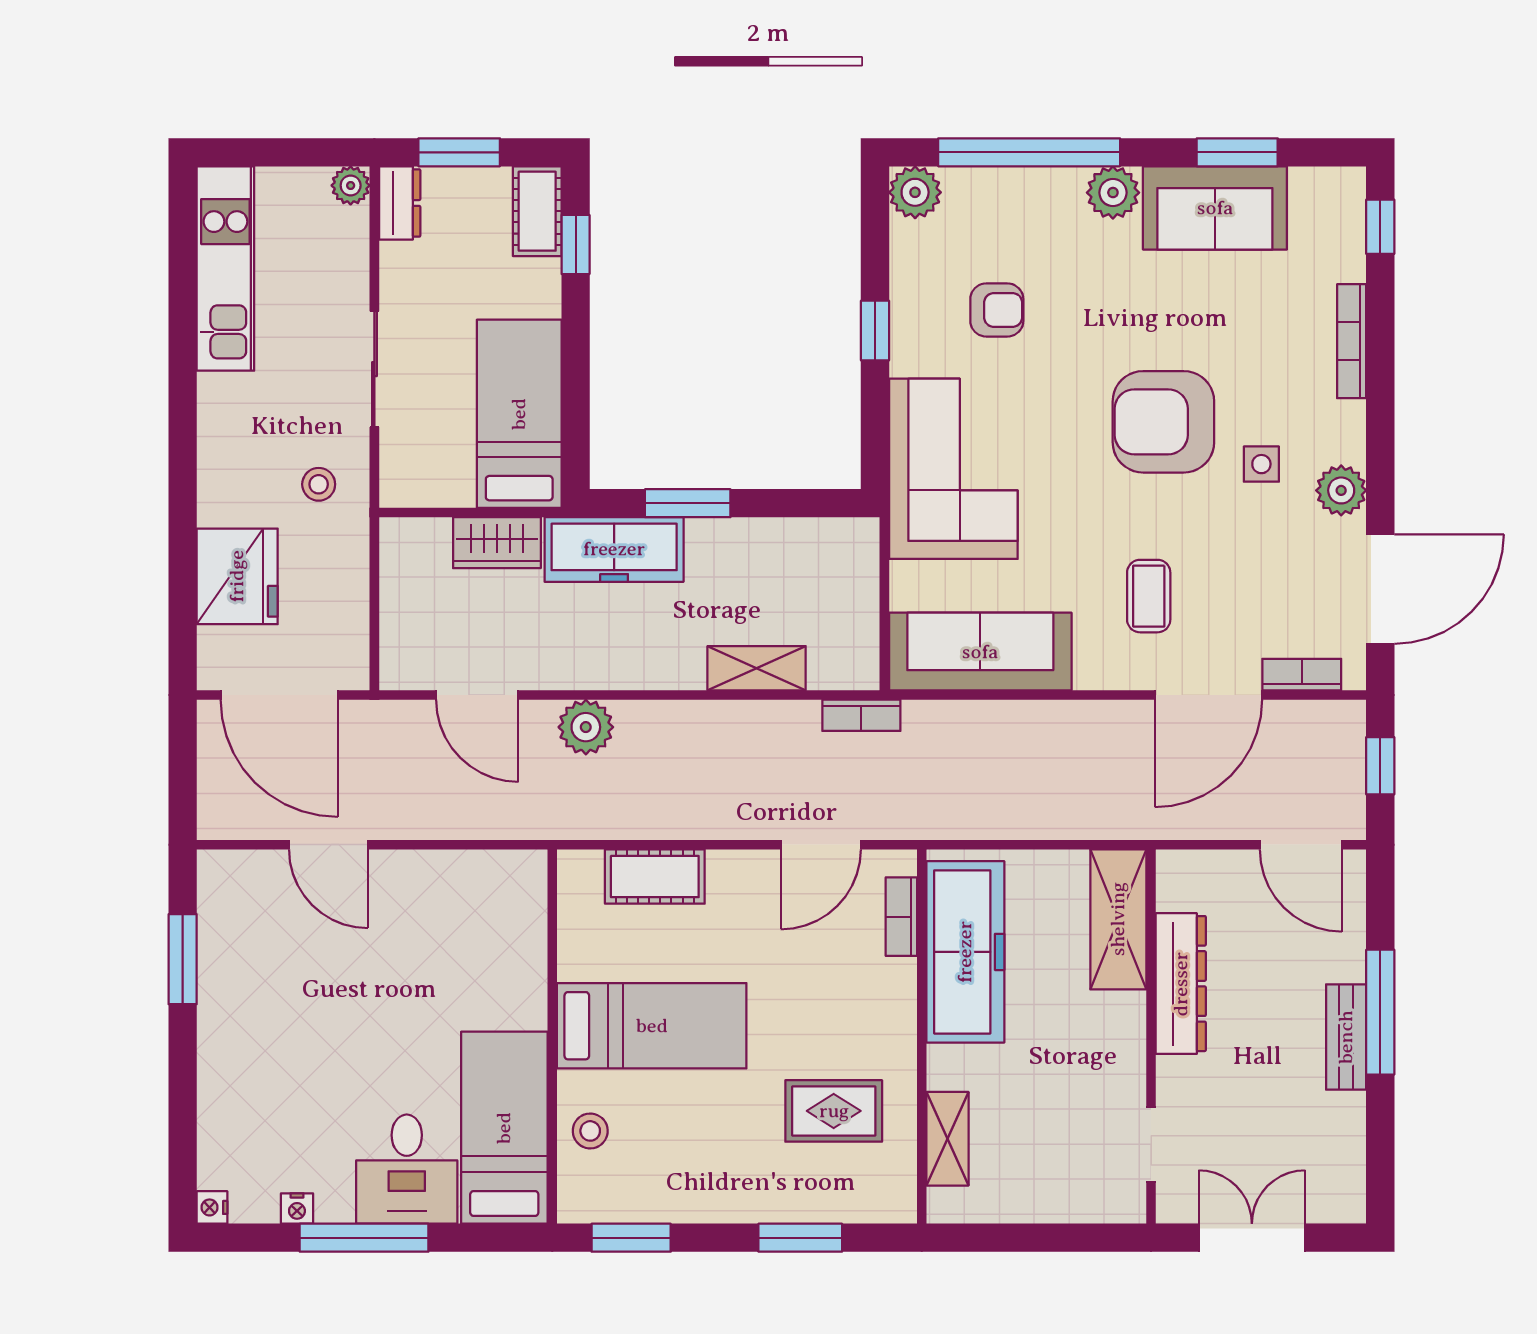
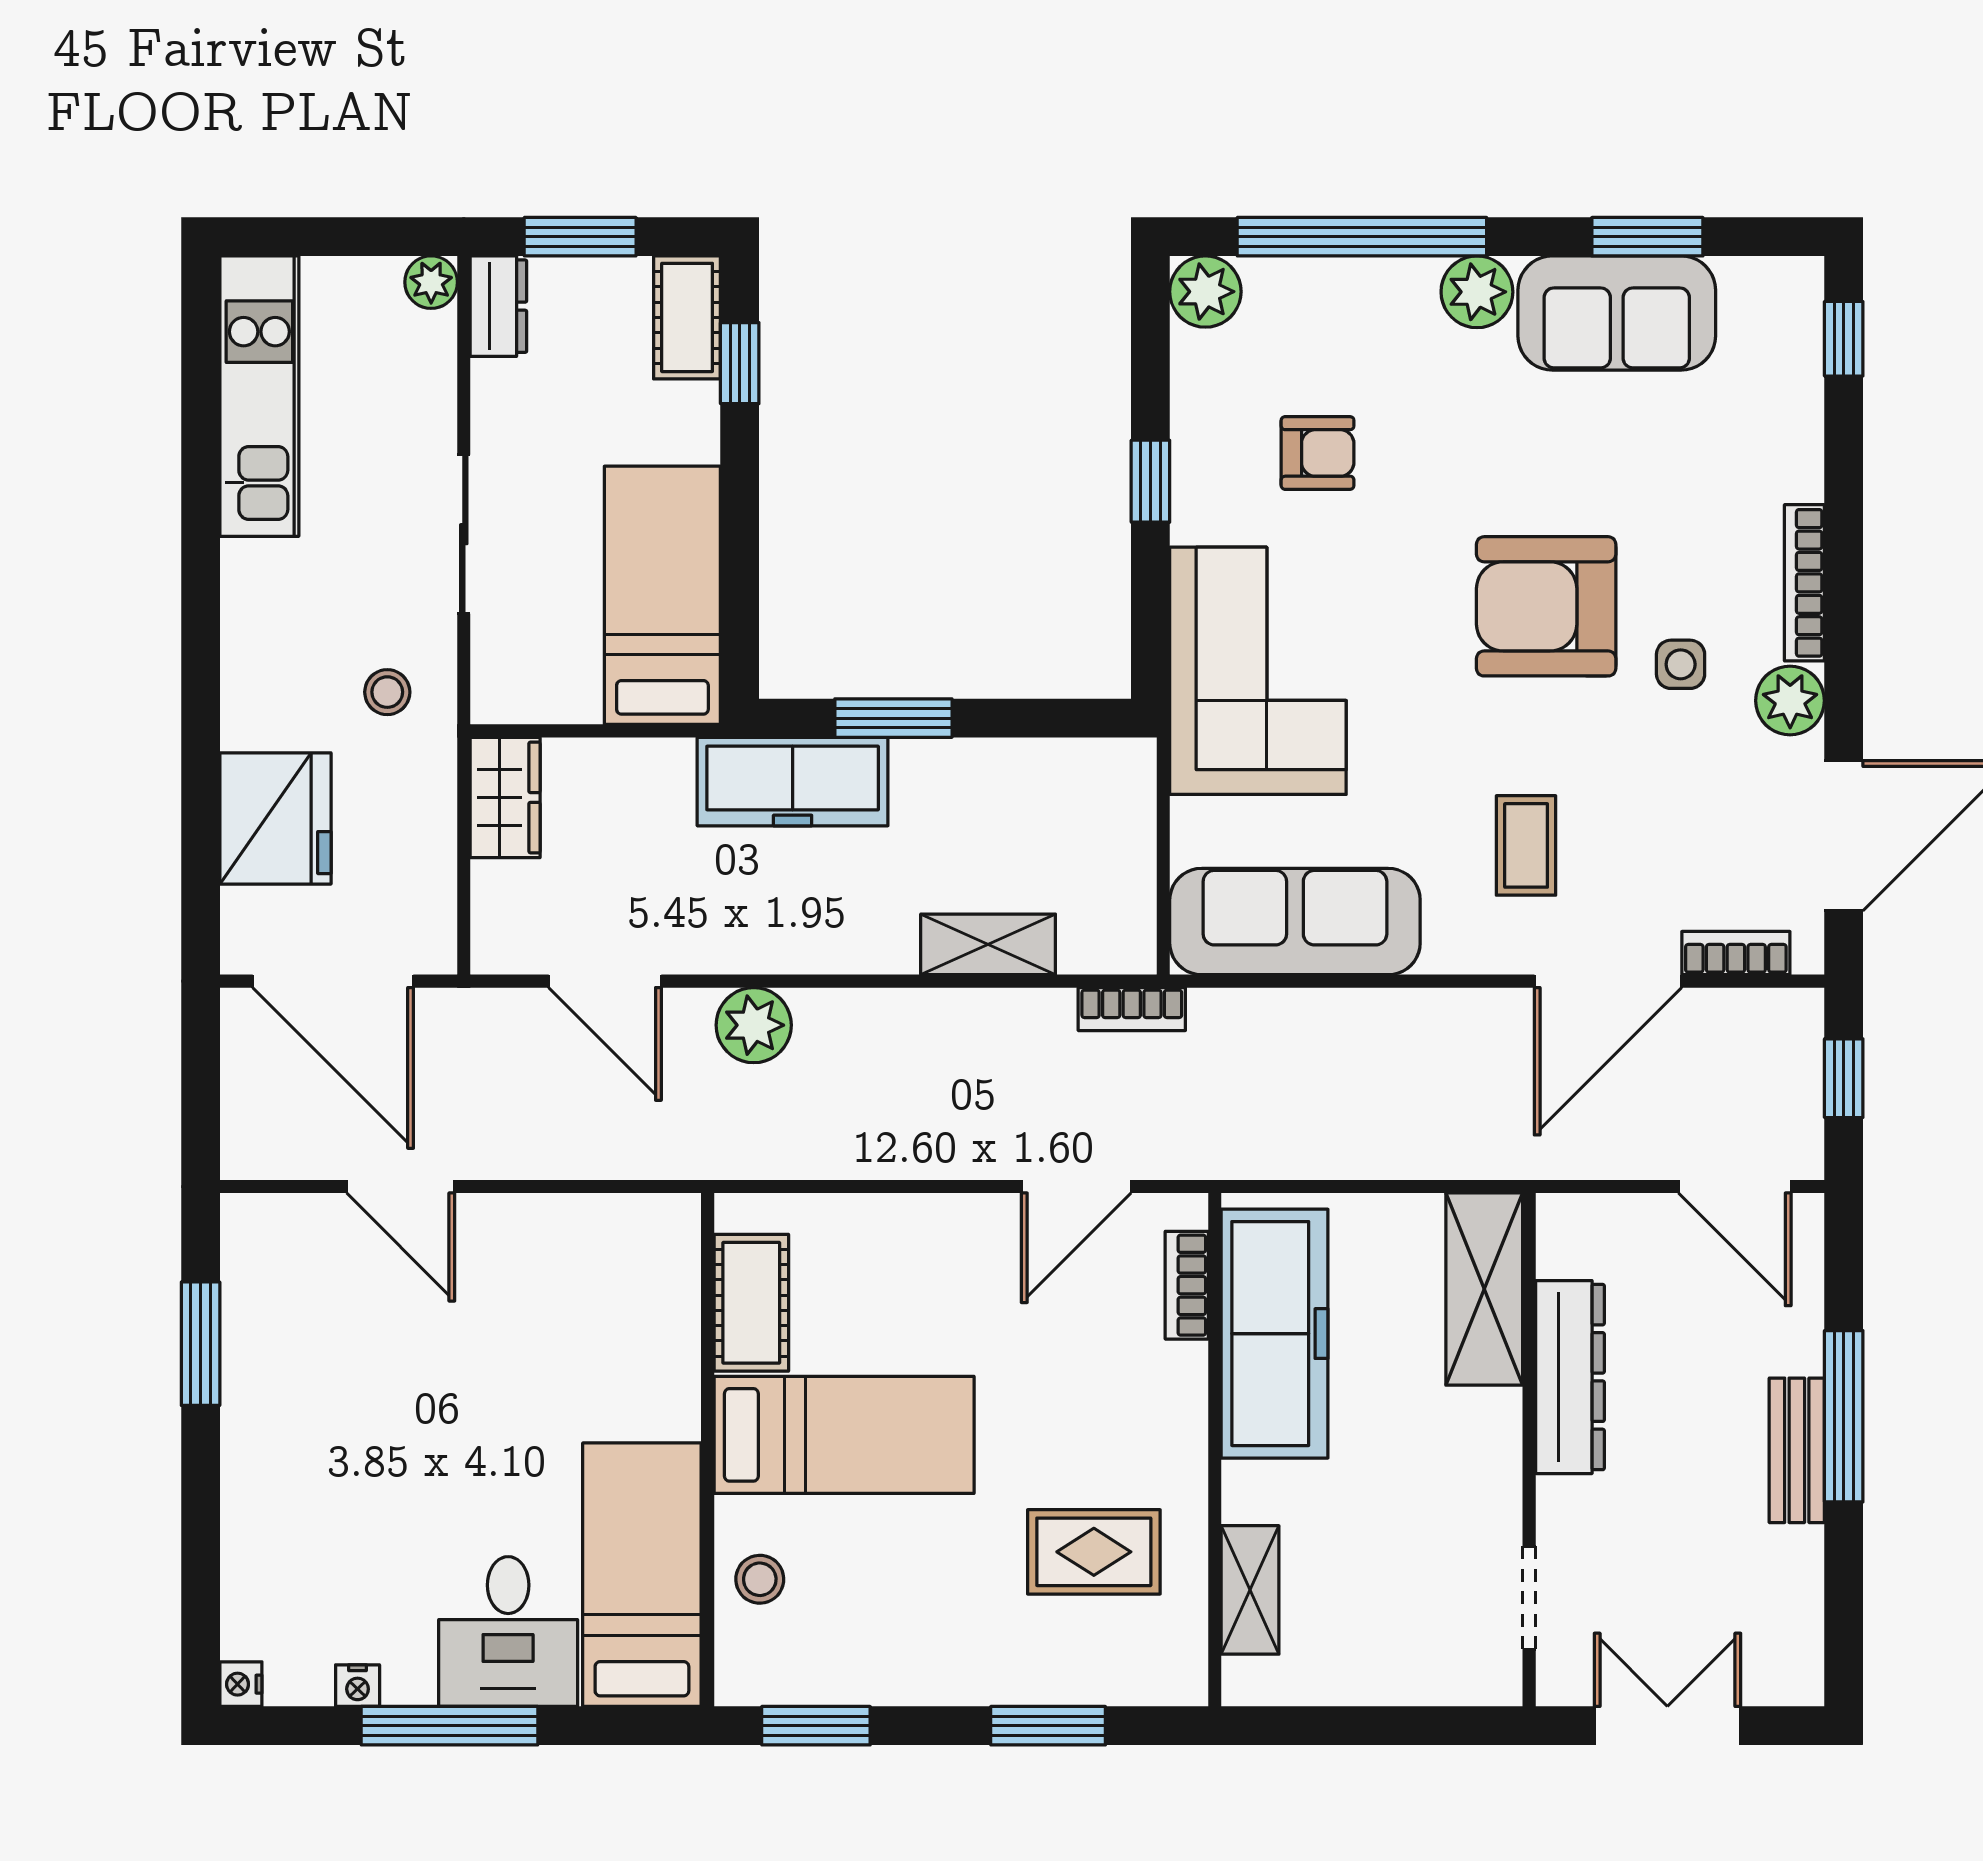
bookcase: (1352, 341) -> (1804, 583), moved
wardrobe: (497, 543) -> (505, 797), moved, turned -90
cot: (655, 877) -> (751, 1303), moved, turned 90

